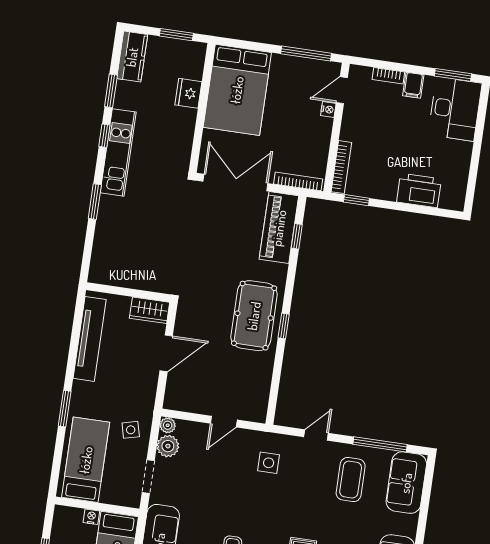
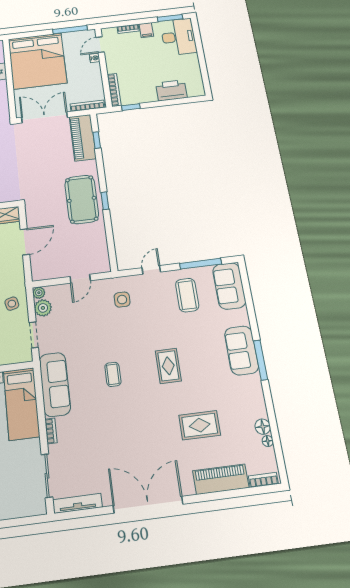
bed: (237, 90) -> (37, 61), width x1.36

